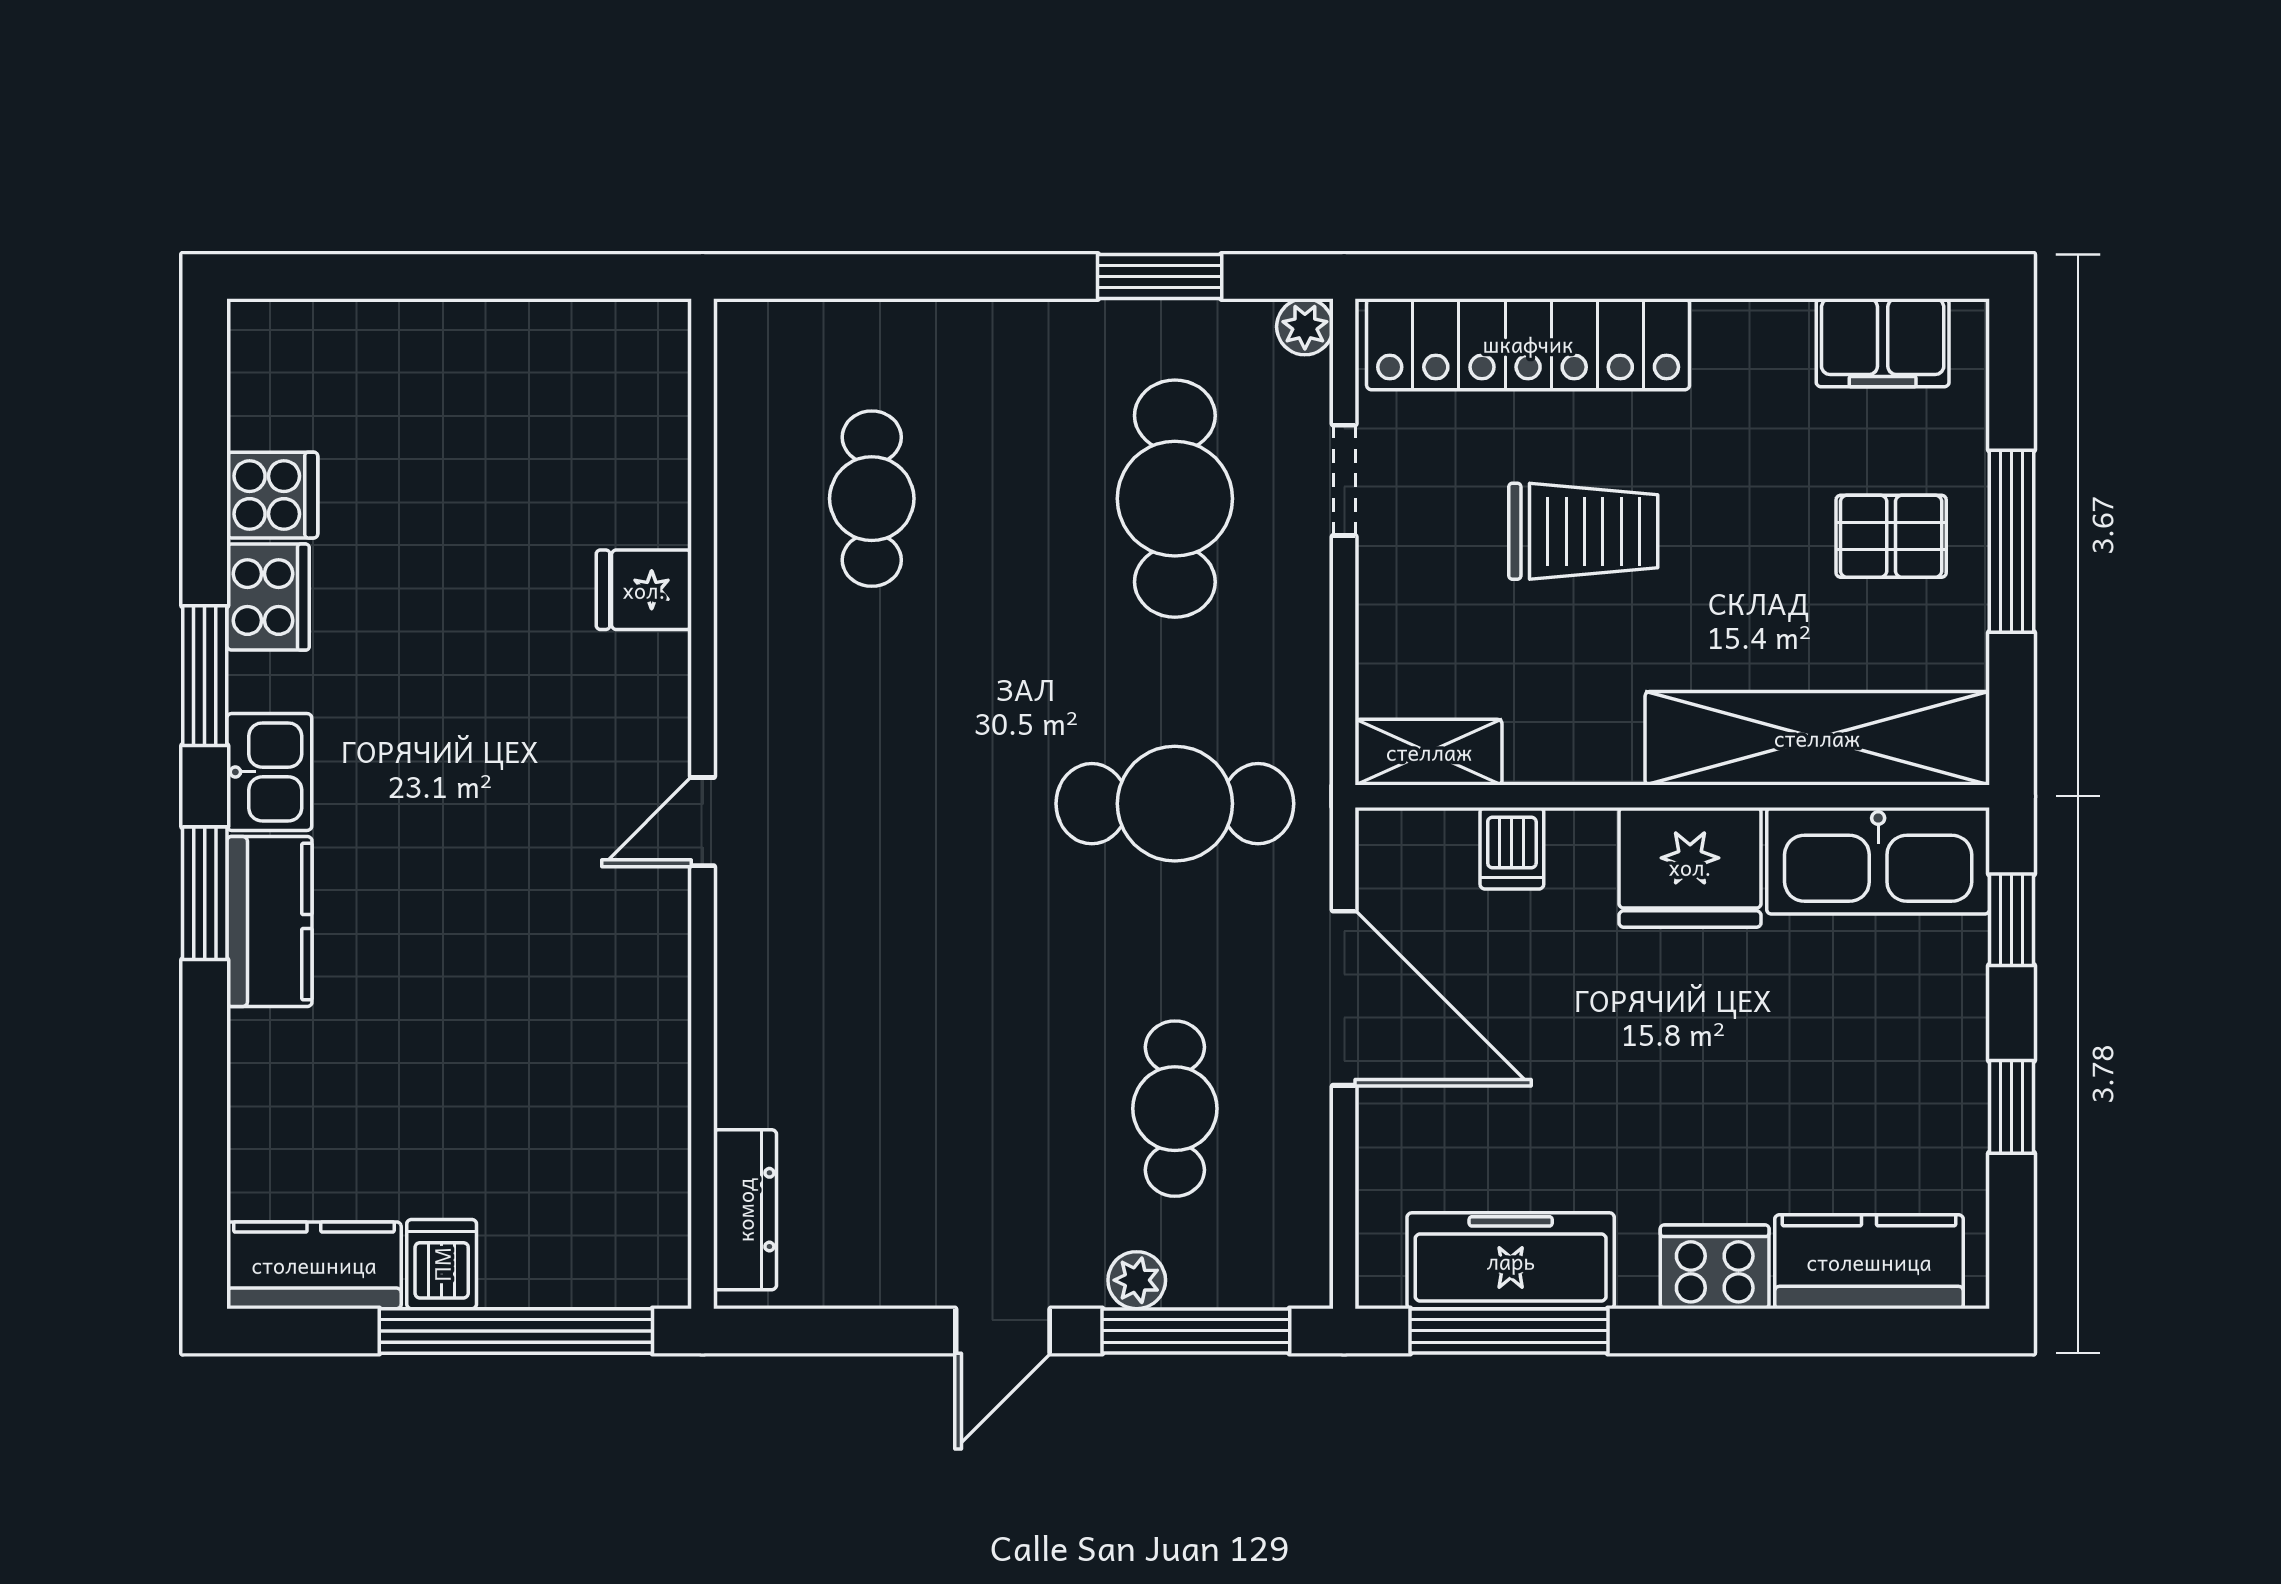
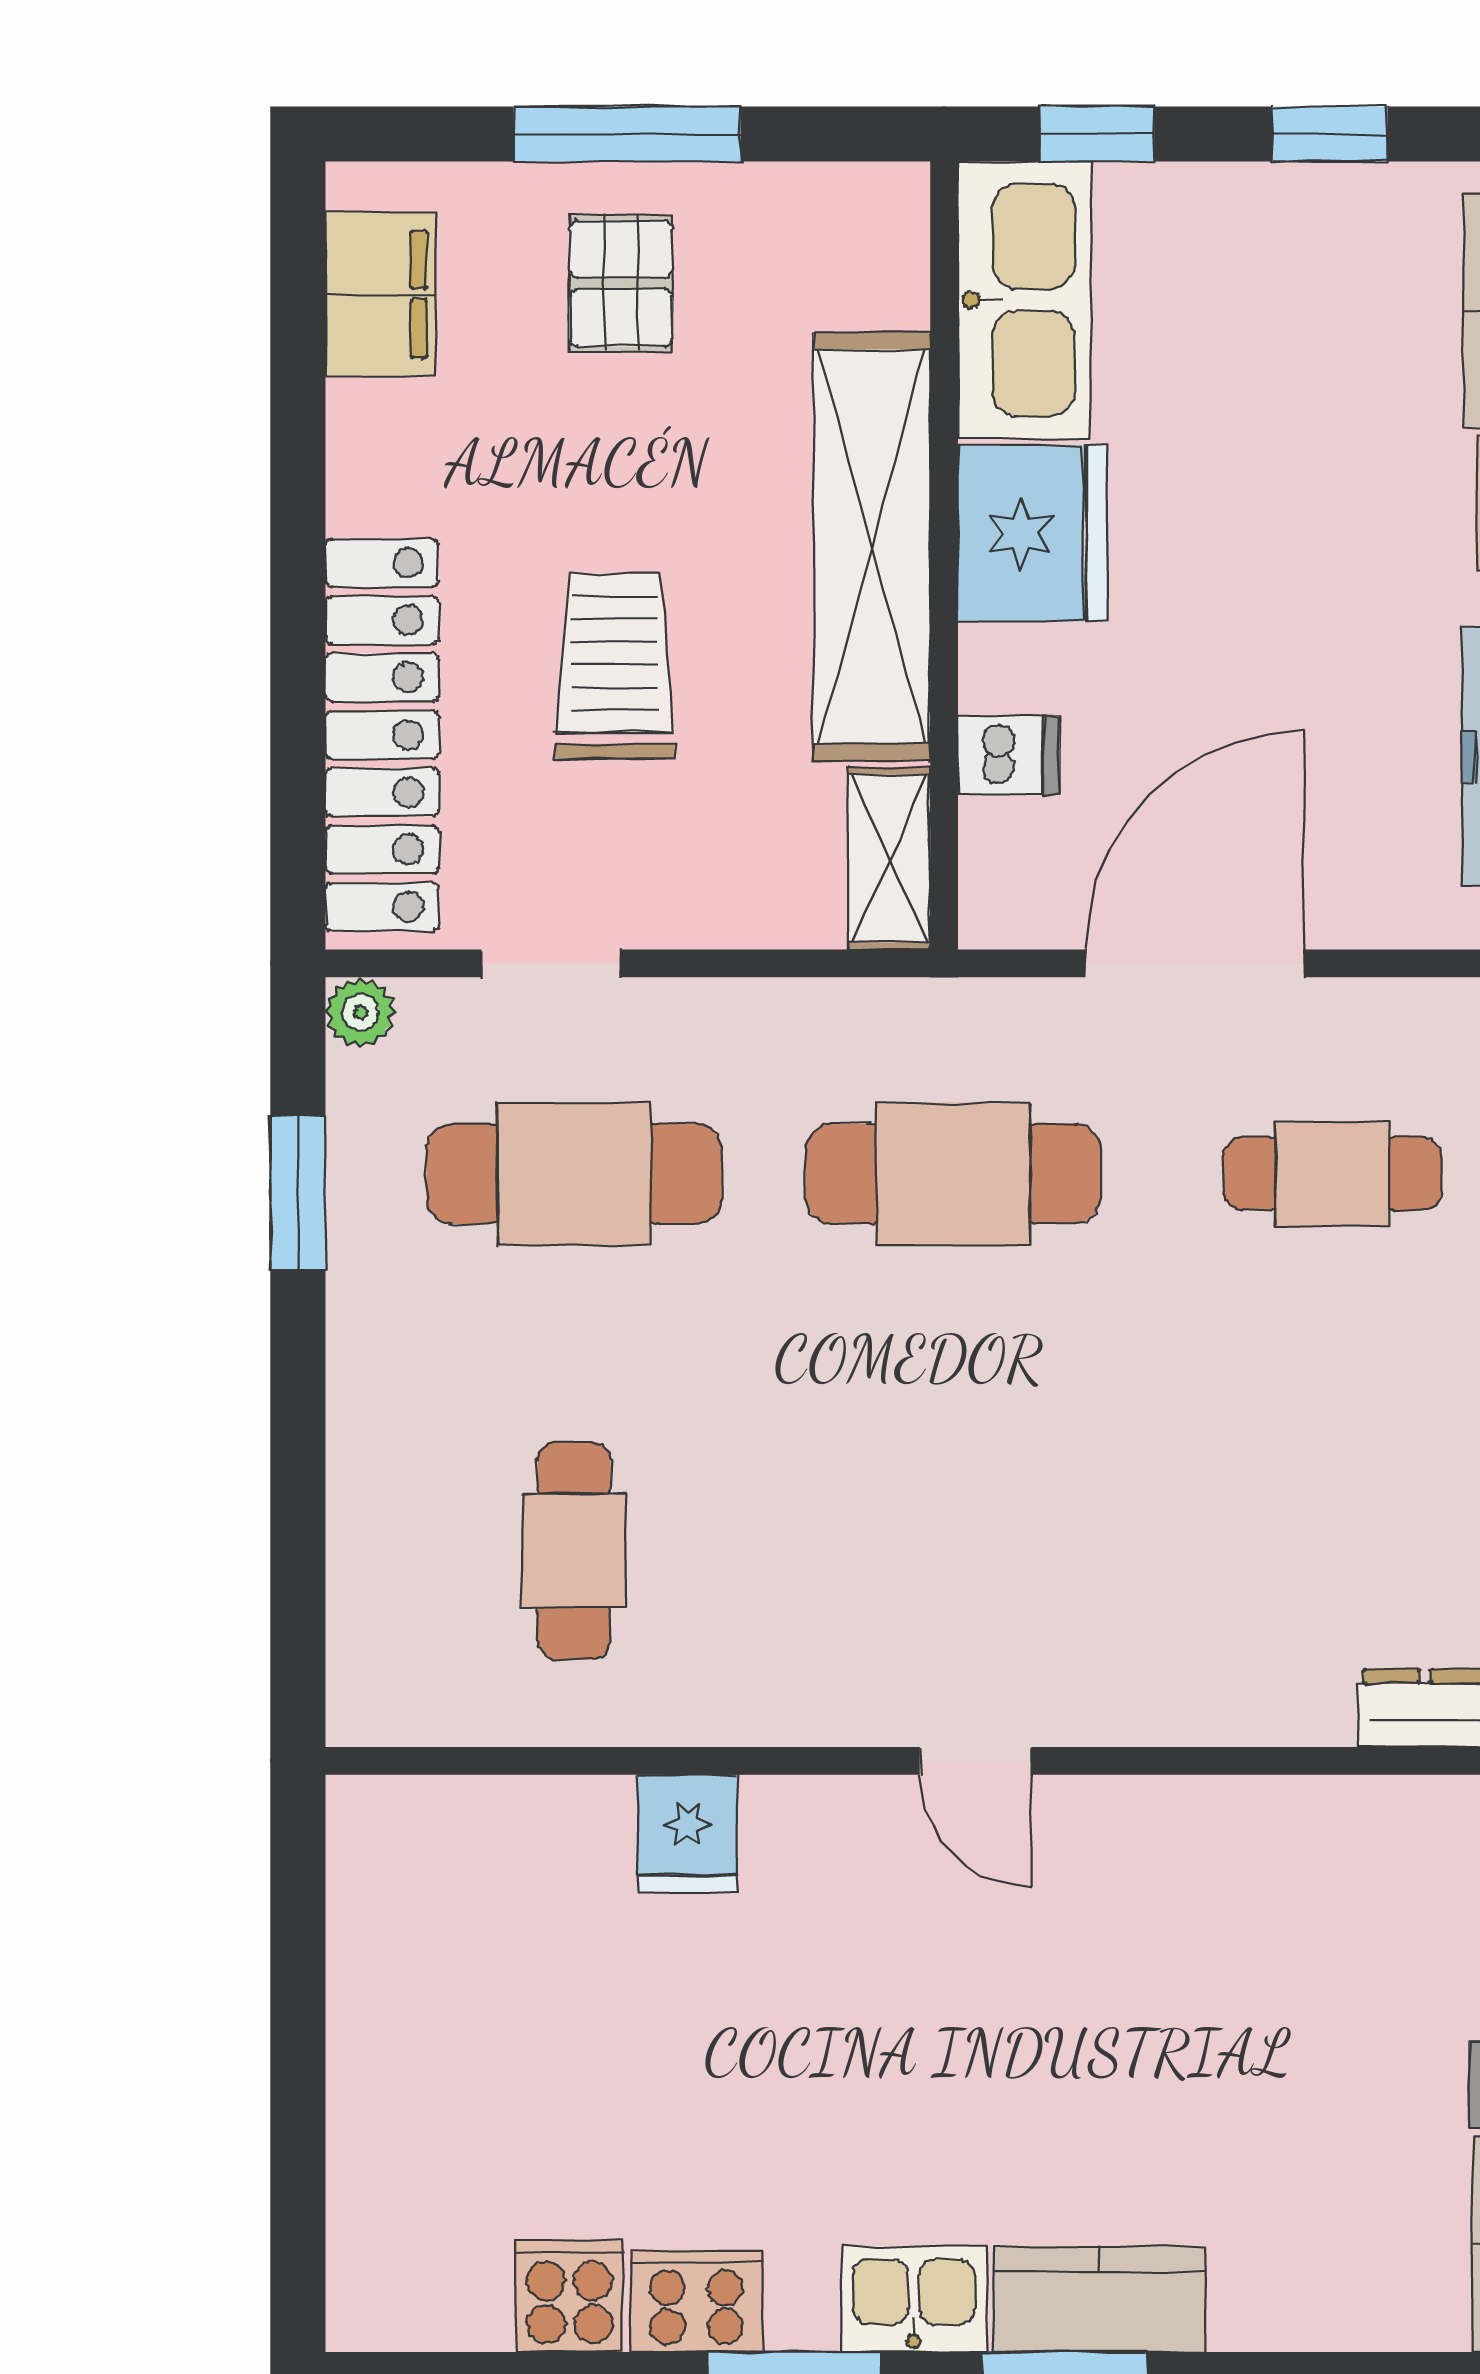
cafe table: (872, 499) -> (574, 1551), turned 90
shelving: (1817, 738) -> (872, 546), moved
cafe table: (1175, 804) -> (953, 1174), turned 90

